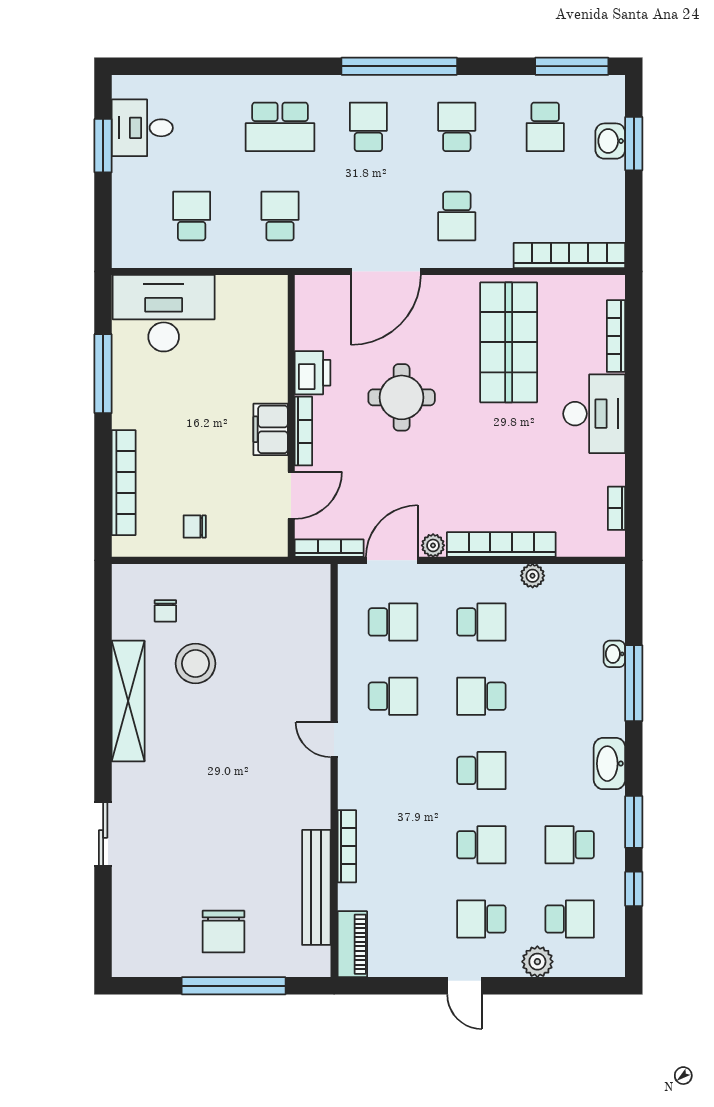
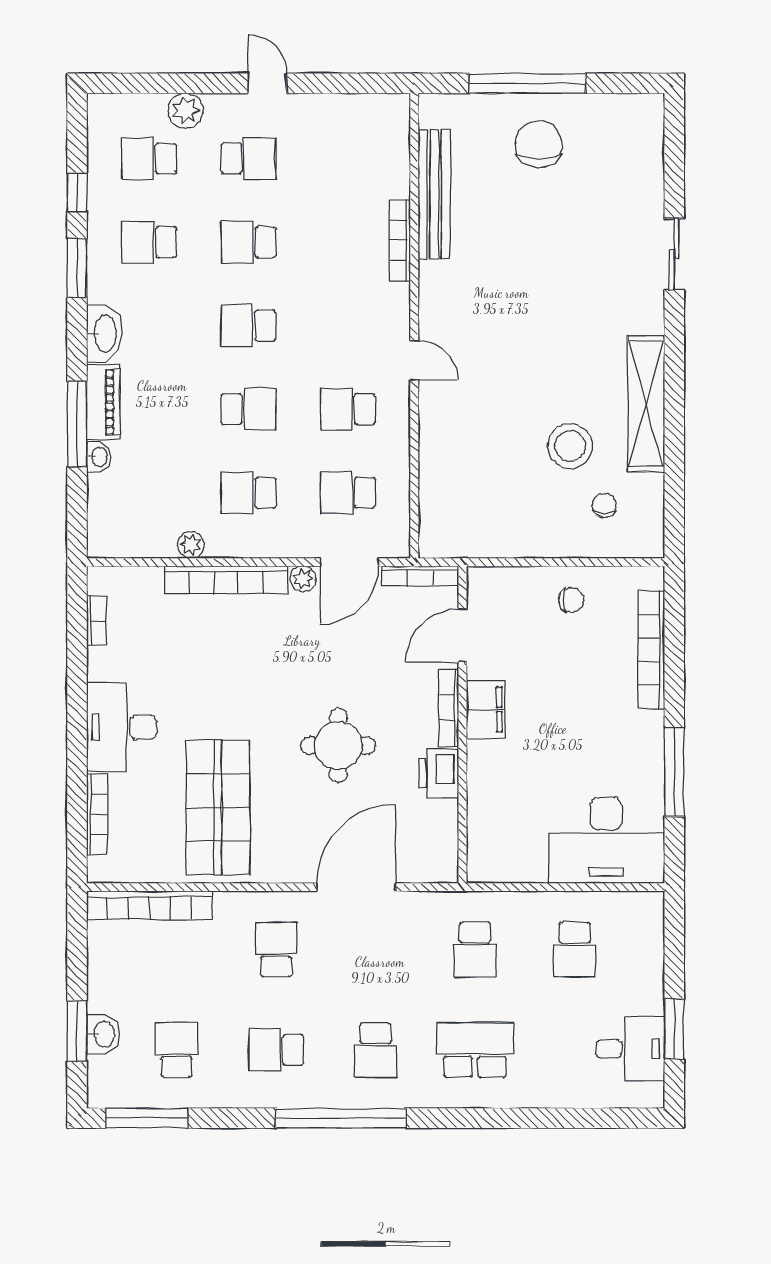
school desk: (457, 127) -> (276, 1050), turned 90
school desk: (570, 845) -> (149, 242), turned 180
piano: (352, 944) -> (103, 402), moved, turned 180

